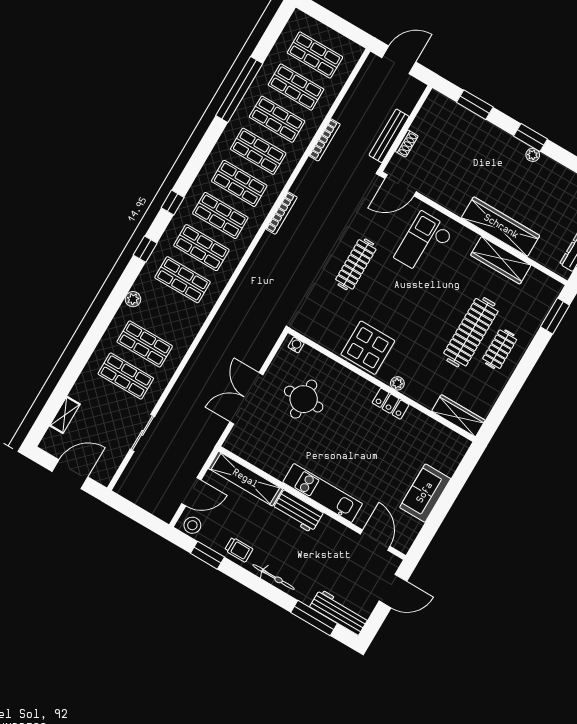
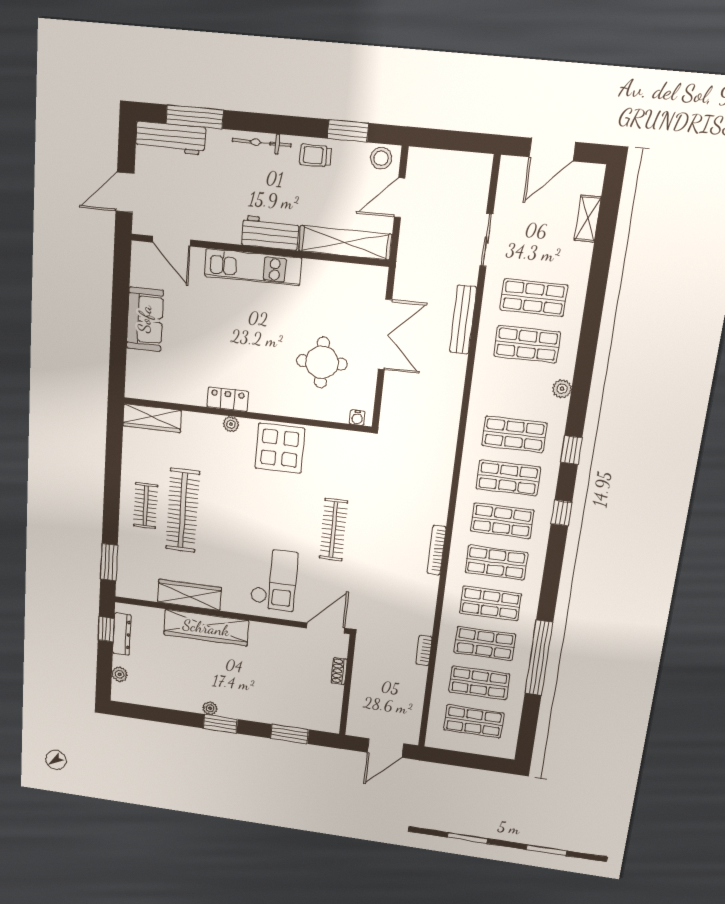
bench: (389, 136) -> (463, 320), moved
bookcase: (325, 140) -> (424, 650), width x0.64

